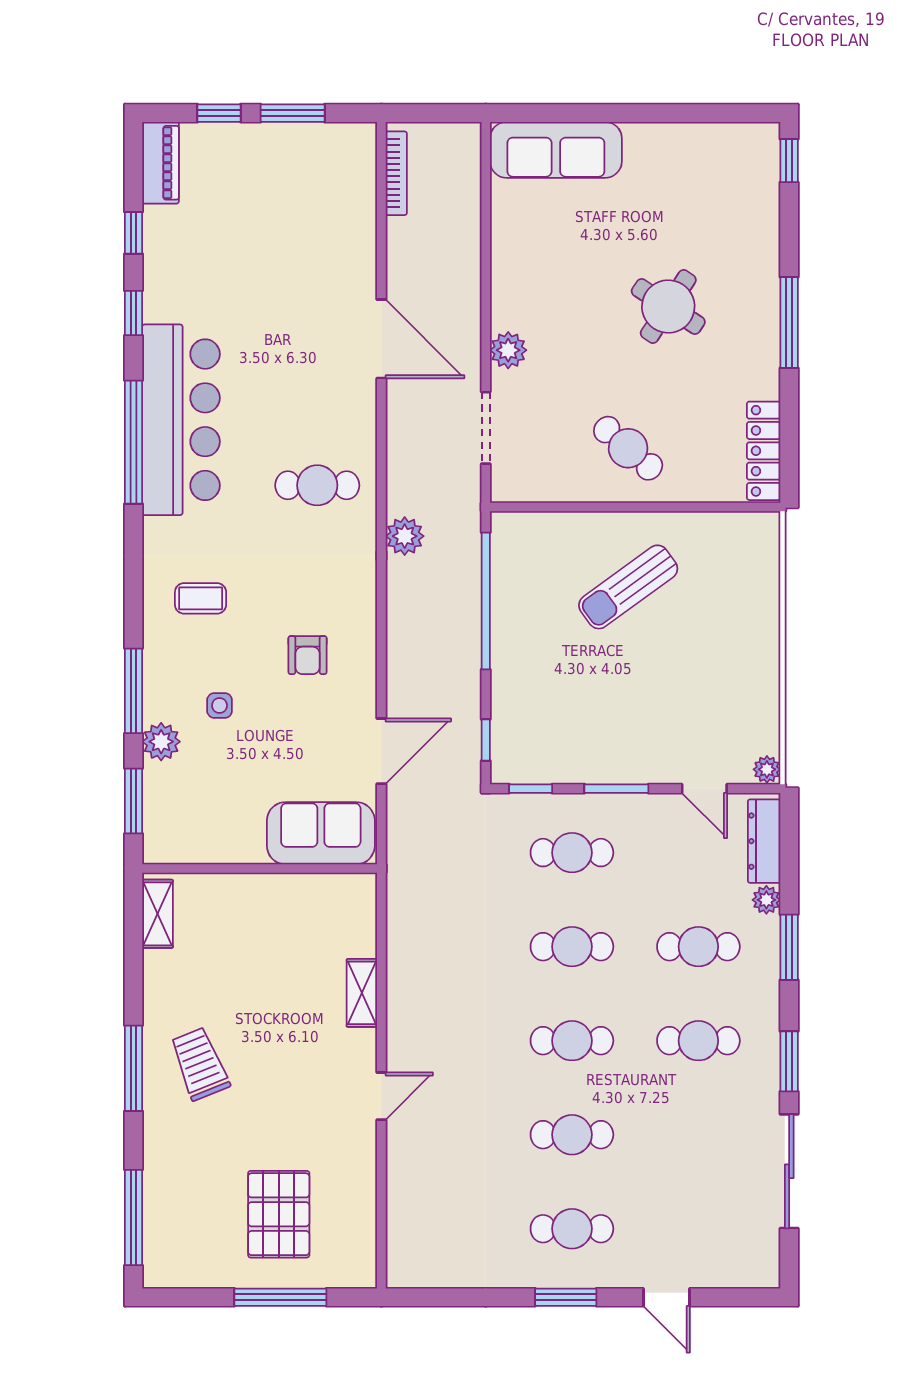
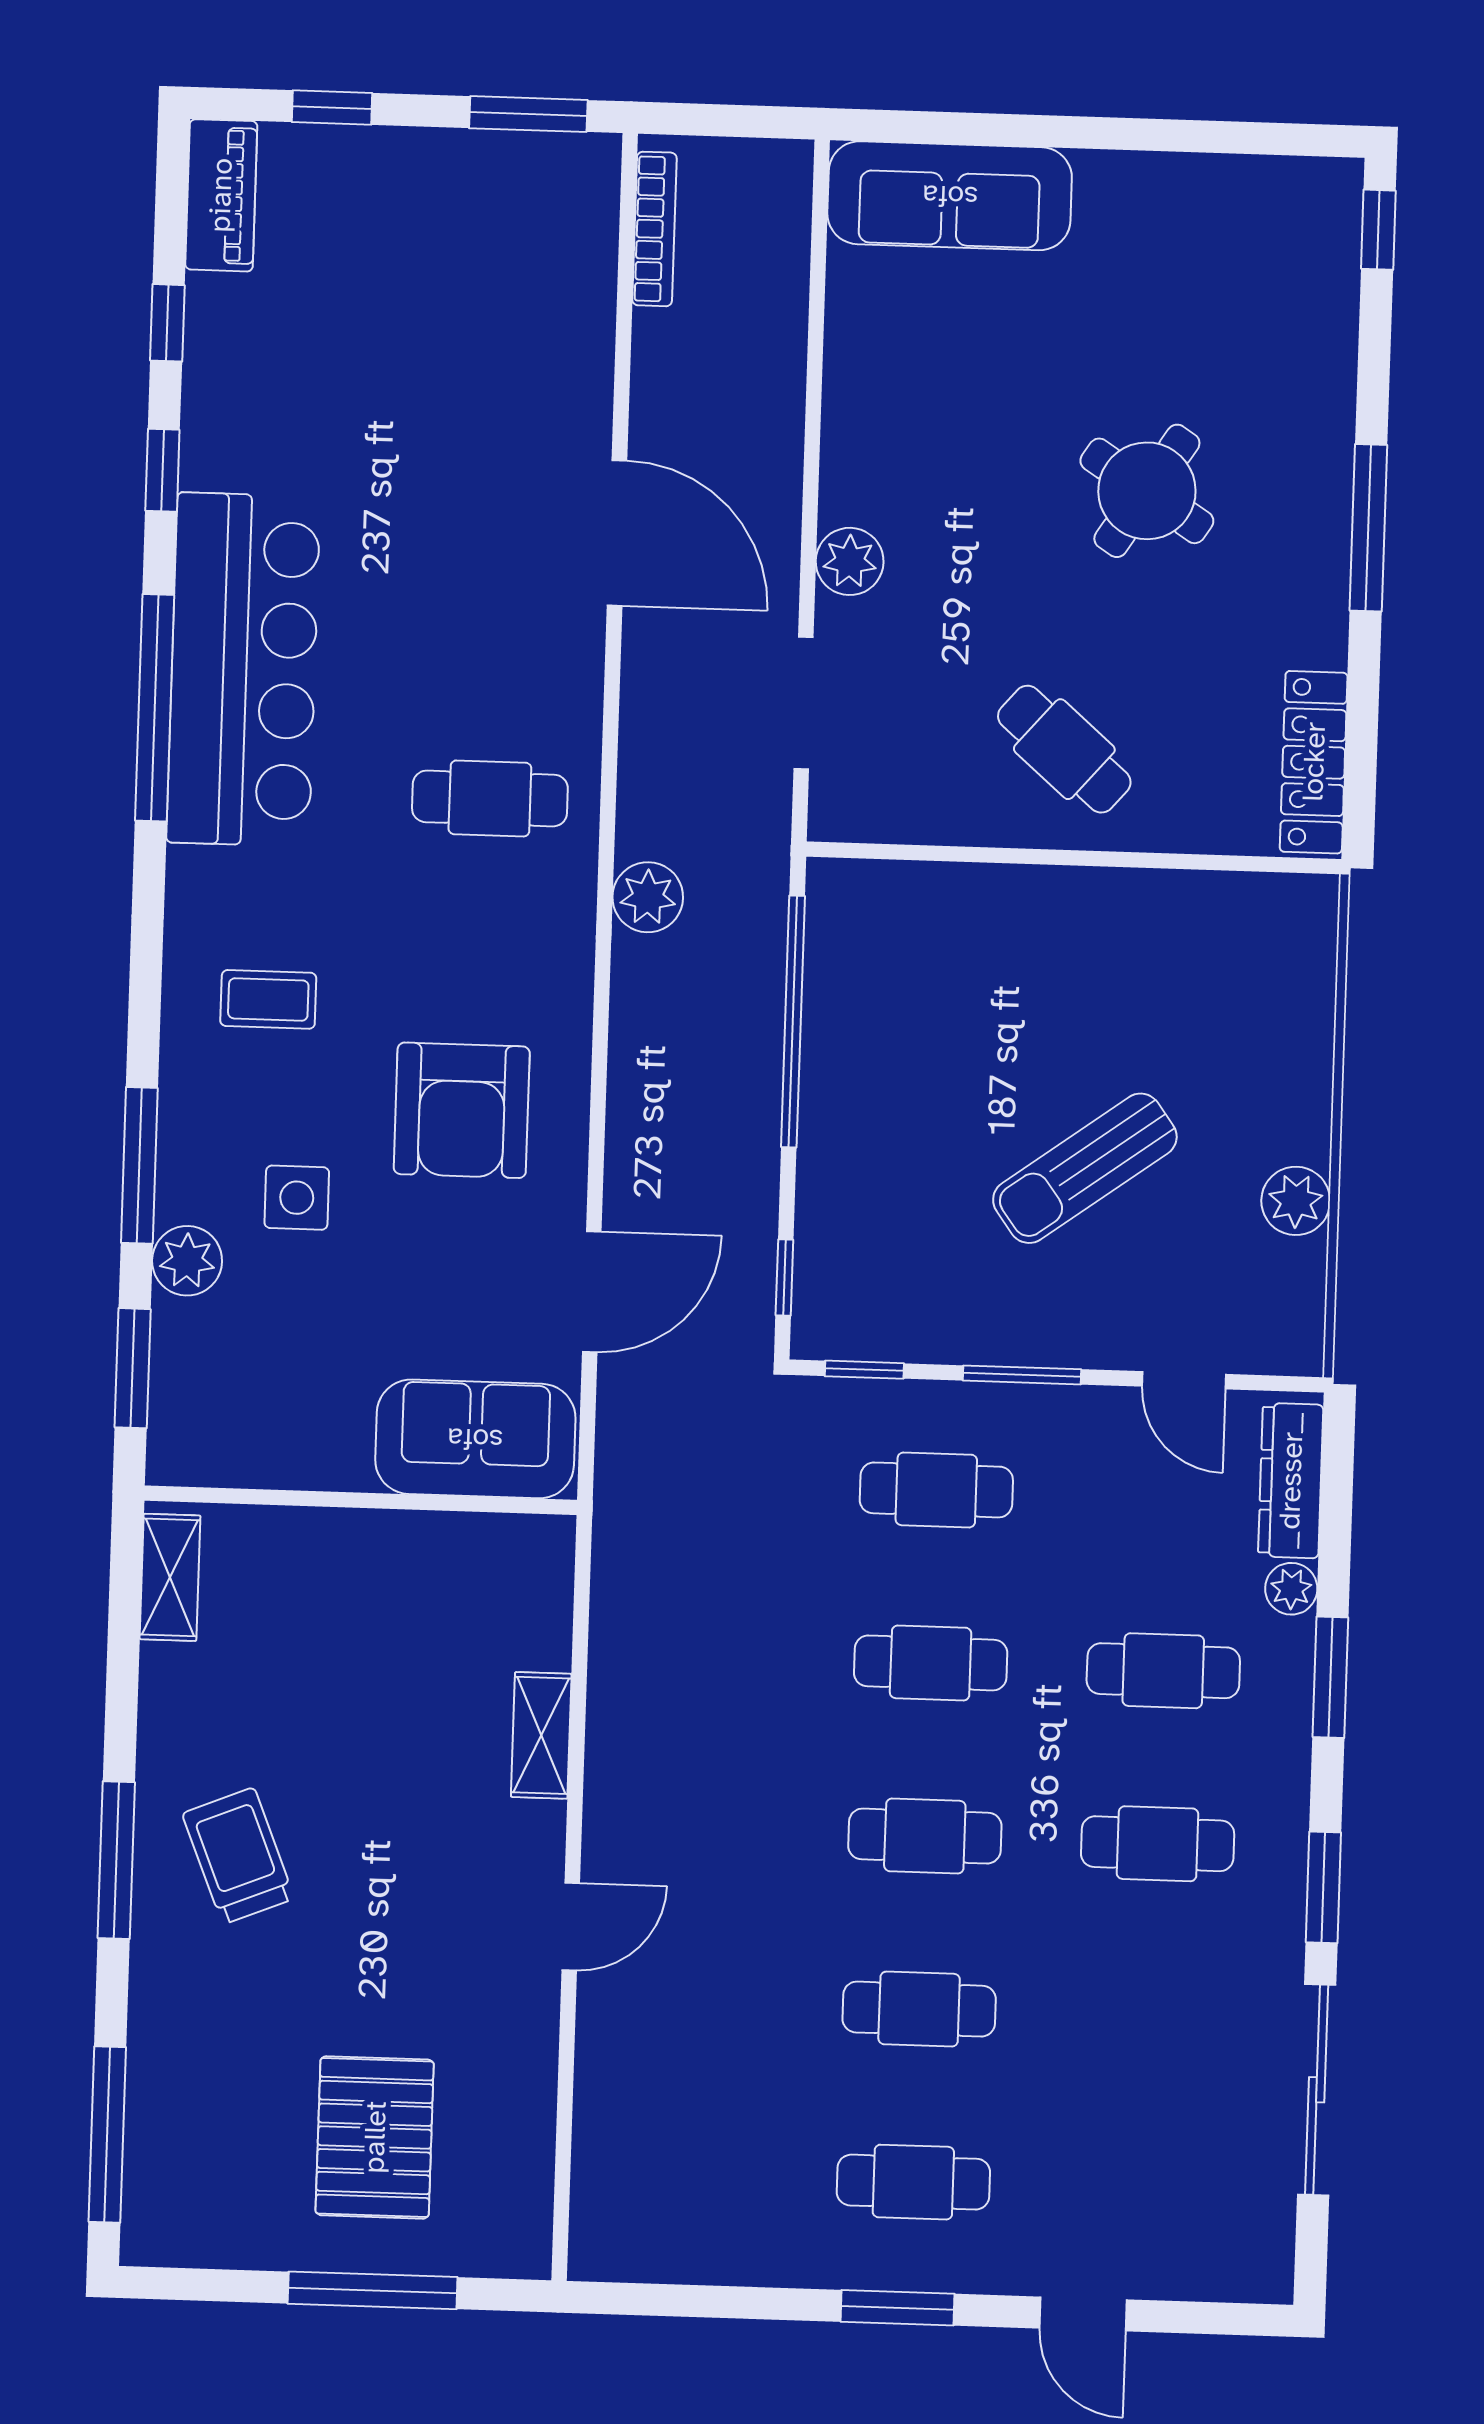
window: (293, 113) -> (528, 114), moved
sun lounger: (628, 587) -> (1085, 1168), moved
armchair: (307, 655) -> (462, 1110), width x1.88, depth x1.88
side table: (220, 705) -> (297, 1198), width x1.37, depth x1.37
plant: (767, 769) -> (1296, 1201), moved, width x1.38, depth x1.38

